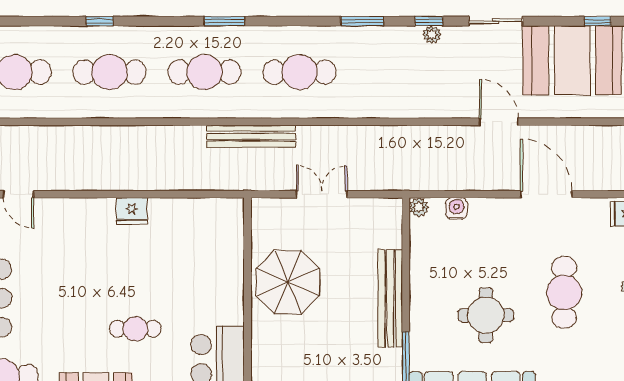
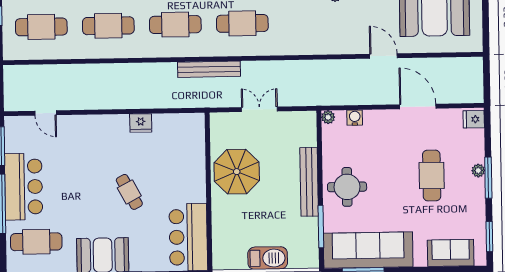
fridge: (132, 211) -> (141, 123), moved
round table: (486, 315) -> (347, 187), moved
cafe table: (135, 329) -> (129, 192), moved, turned 62

